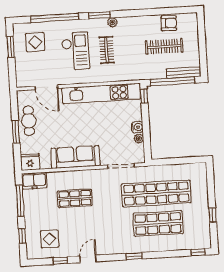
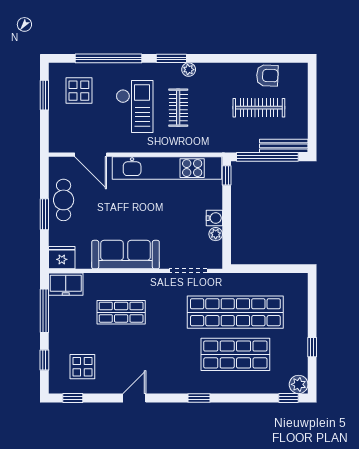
plant: (205, 242) -> (299, 384), added
window: (60, 261) -> (73, 398), moved

